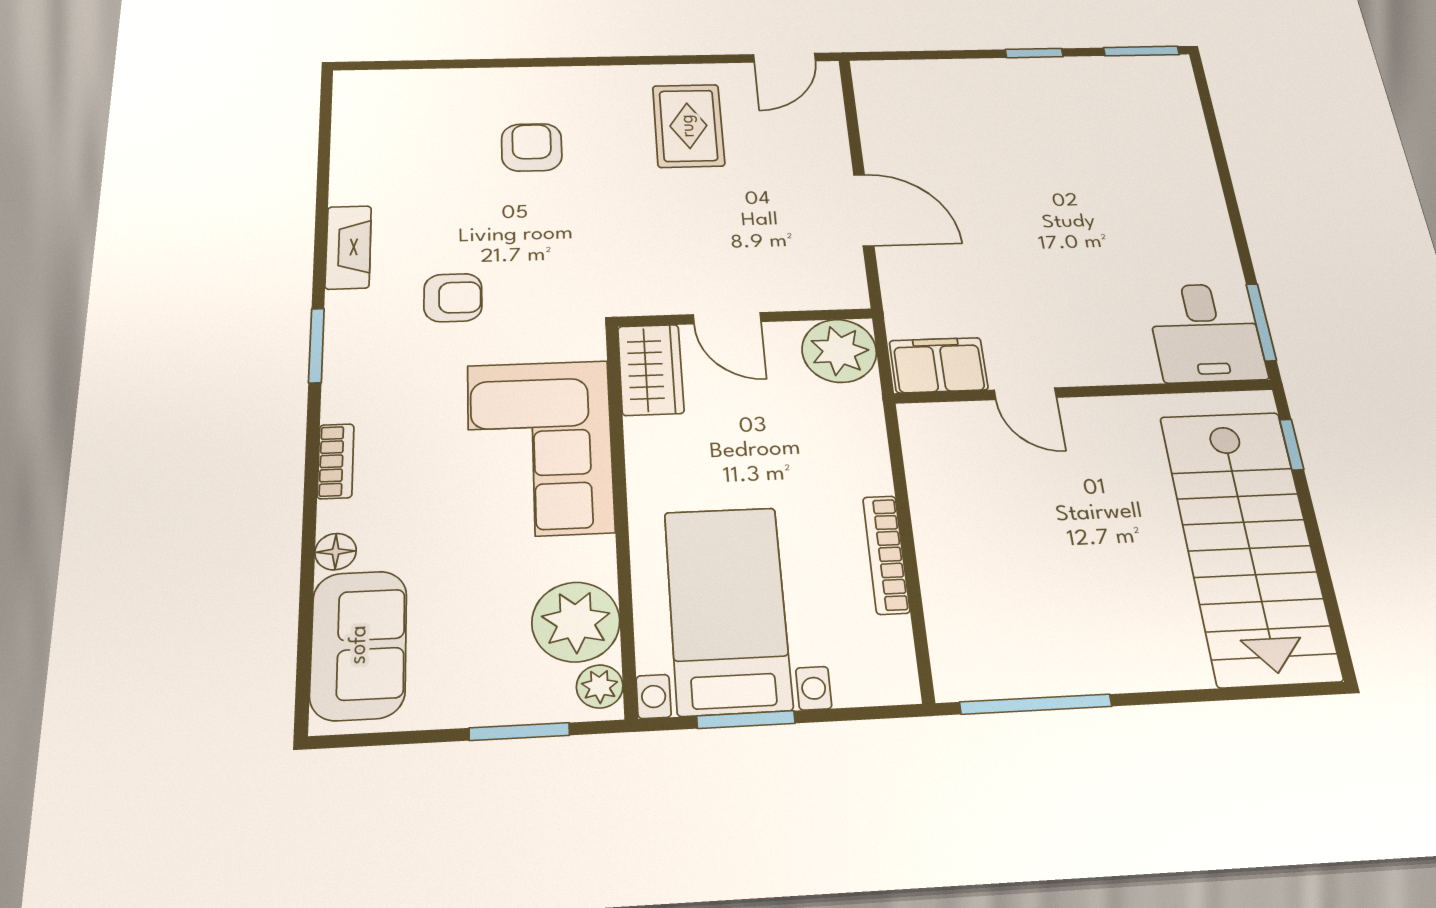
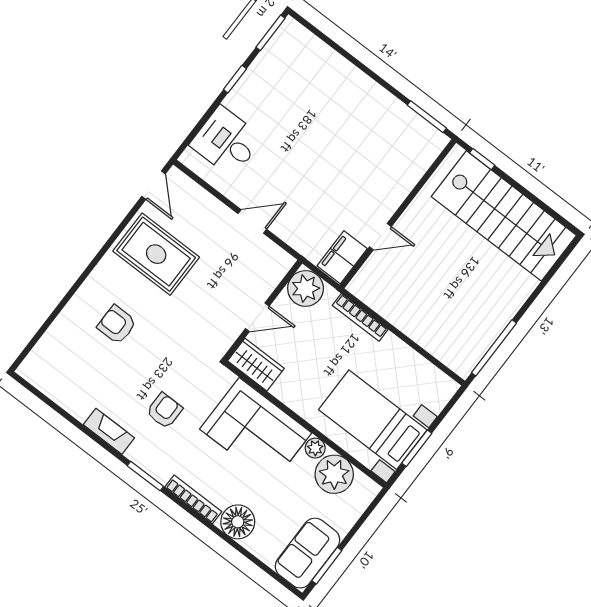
rug: (688, 126) -> (156, 254), width x1.36, depth x1.43
door: (864, 210) -> (252, 221), width x0.73
desk: (1206, 333) -> (226, 141), moved, turned 180
bookcase: (336, 461) -> (193, 499), width x1.56
floor lamp: (336, 552) -> (238, 522), width x1.89, depth x1.89
bookcase: (886, 554) -> (360, 317), moved
sofa: (359, 645) -> (308, 553), moved, turned -90
plant: (600, 686) -> (315, 448), moved
window: (519, 732) -> (327, 566), moved

